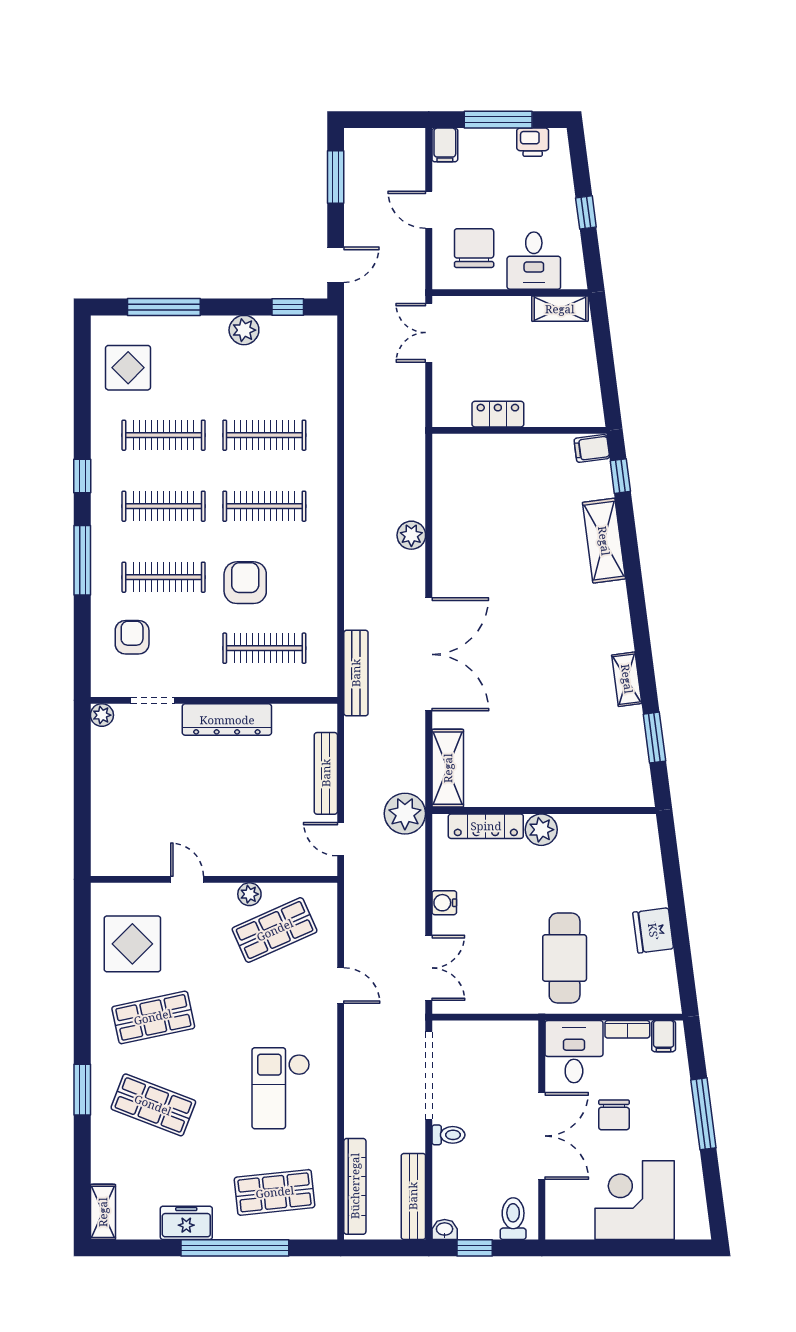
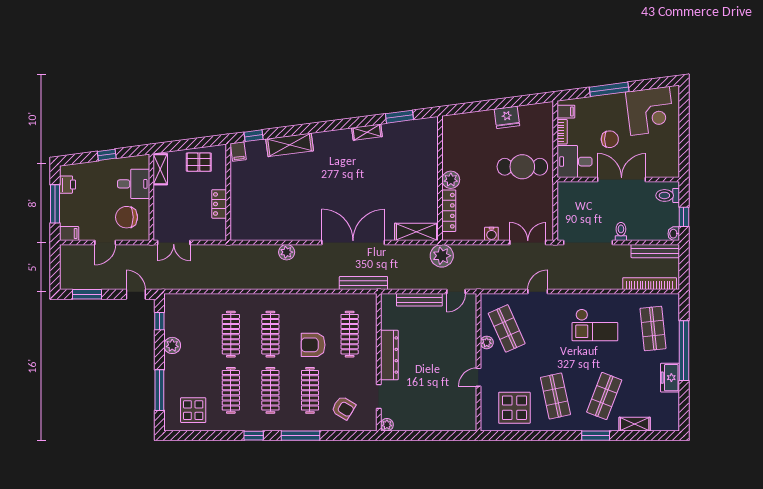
pallet: (573, 378) -> (199, 162), added
armchair: (132, 637) -> (343, 408), turned -149
corner desk: (635, 1200) -> (650, 111), moved, turned -97
shelving: (103, 1212) -> (635, 424), moved

